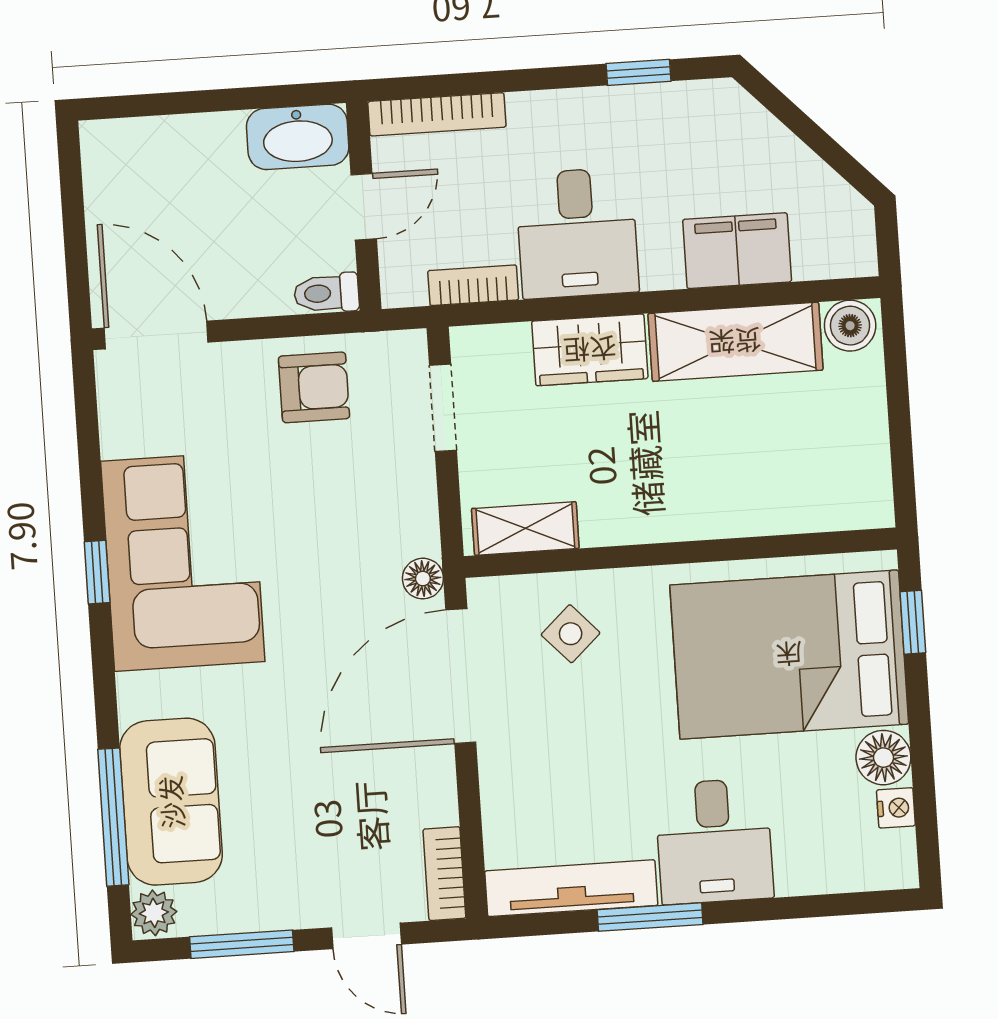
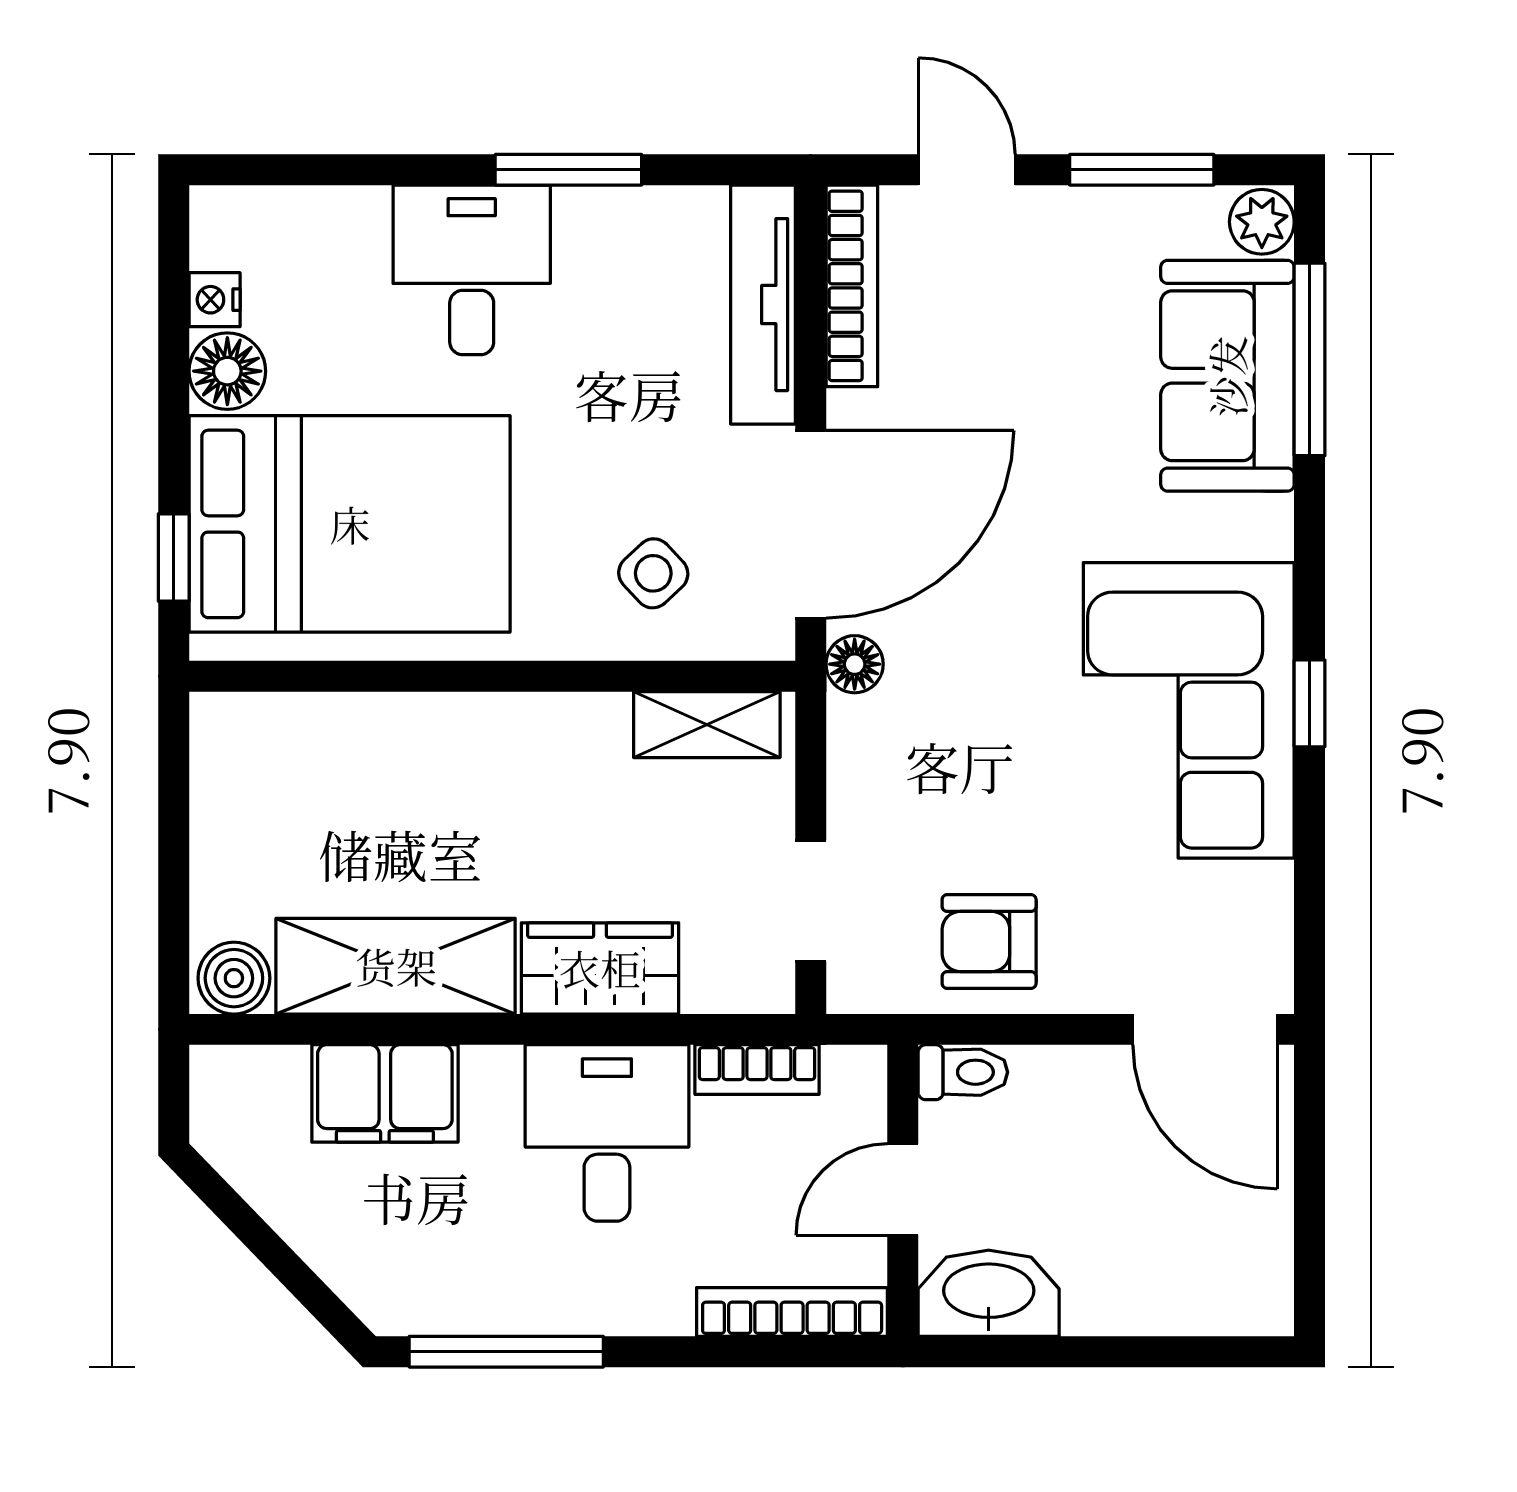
window: (638, 72) -> (506, 1352), width x2.17
bookcase: (444, 874) -> (852, 286), width x1.56
tv unit: (571, 888) -> (763, 305), moved, turned 90

